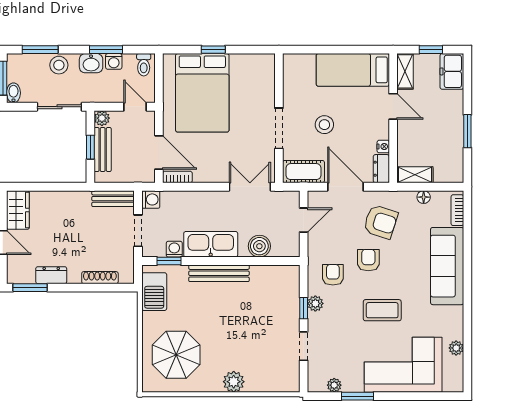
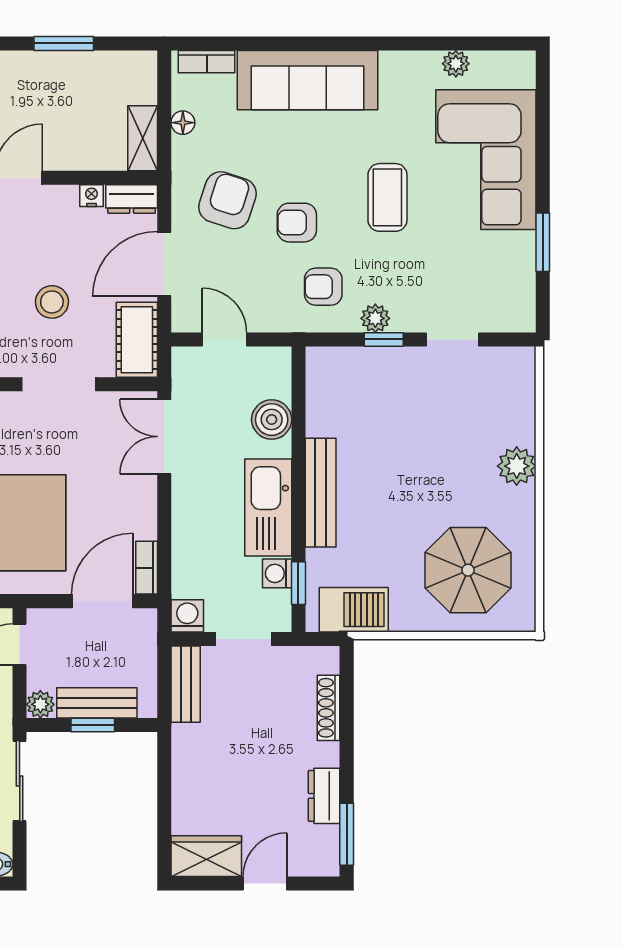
plant: (334, 385) -> (523, 284), removed

